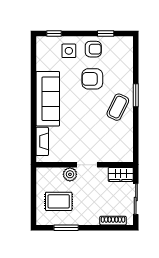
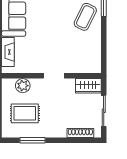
plant: (70, 174) -> (23, 86), moved

